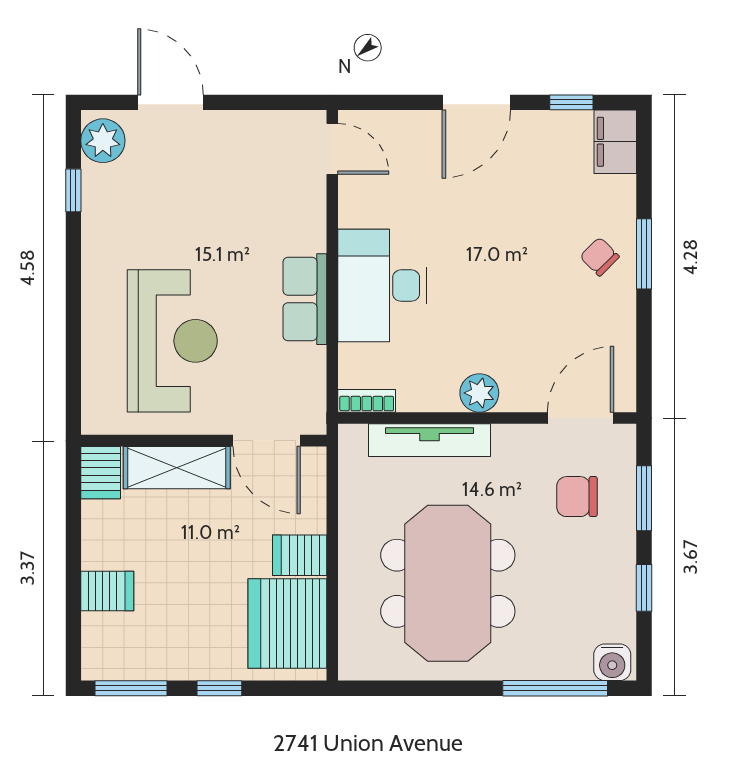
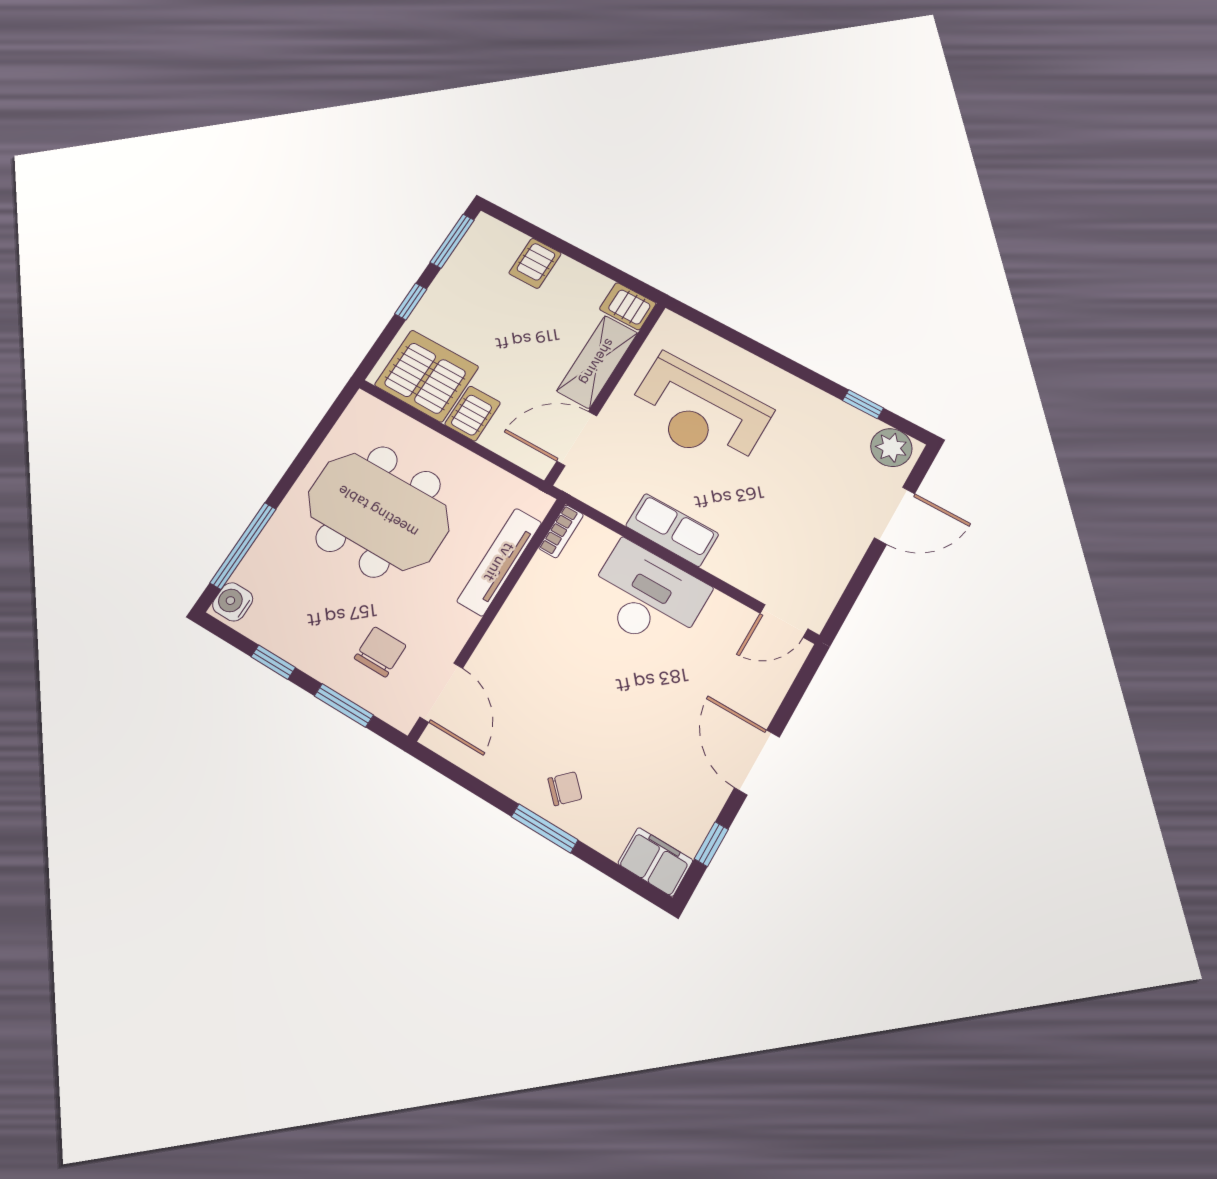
plant: (479, 393) -> (513, 623), removed

